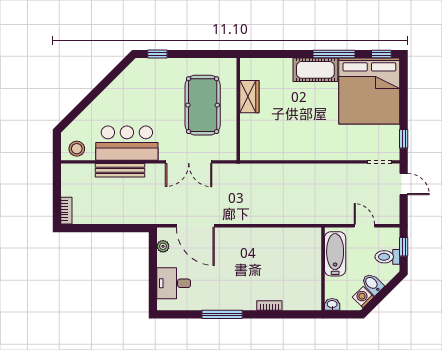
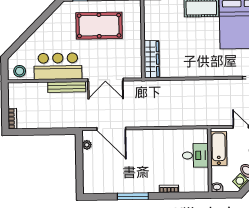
wardrobe: (249, 97) -> (152, 59), moved, width x1.50
pool table: (203, 105) -> (99, 26), moved, turned 90
bench: (120, 170) -> (67, 87), moved
desk: (174, 283) -> (195, 155), moved, turned 180

